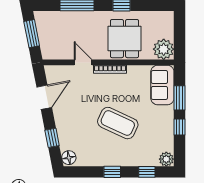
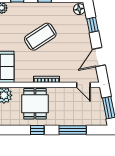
door: (83, 62) -> (83, 85), moved
coffee table: (118, 123) -> (40, 37), turned -58

